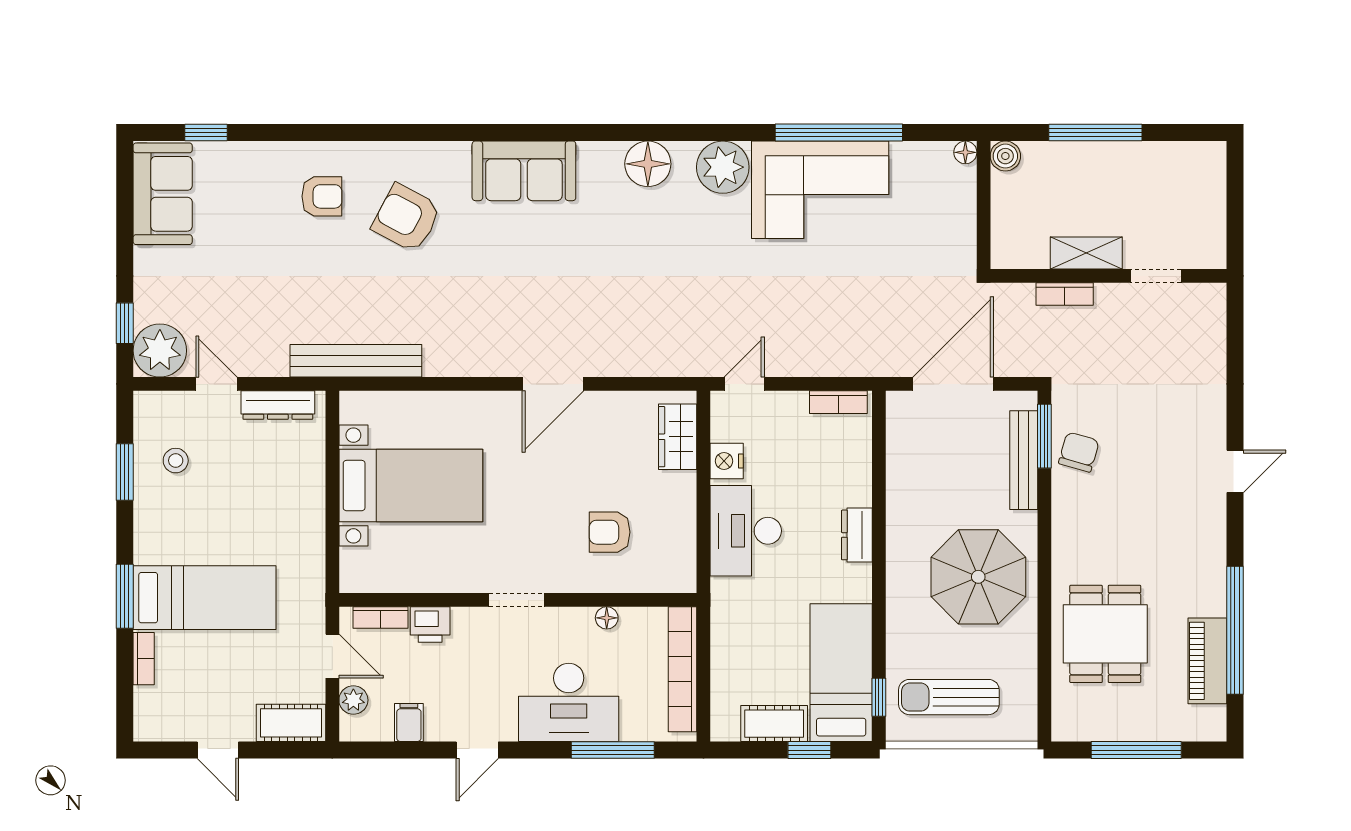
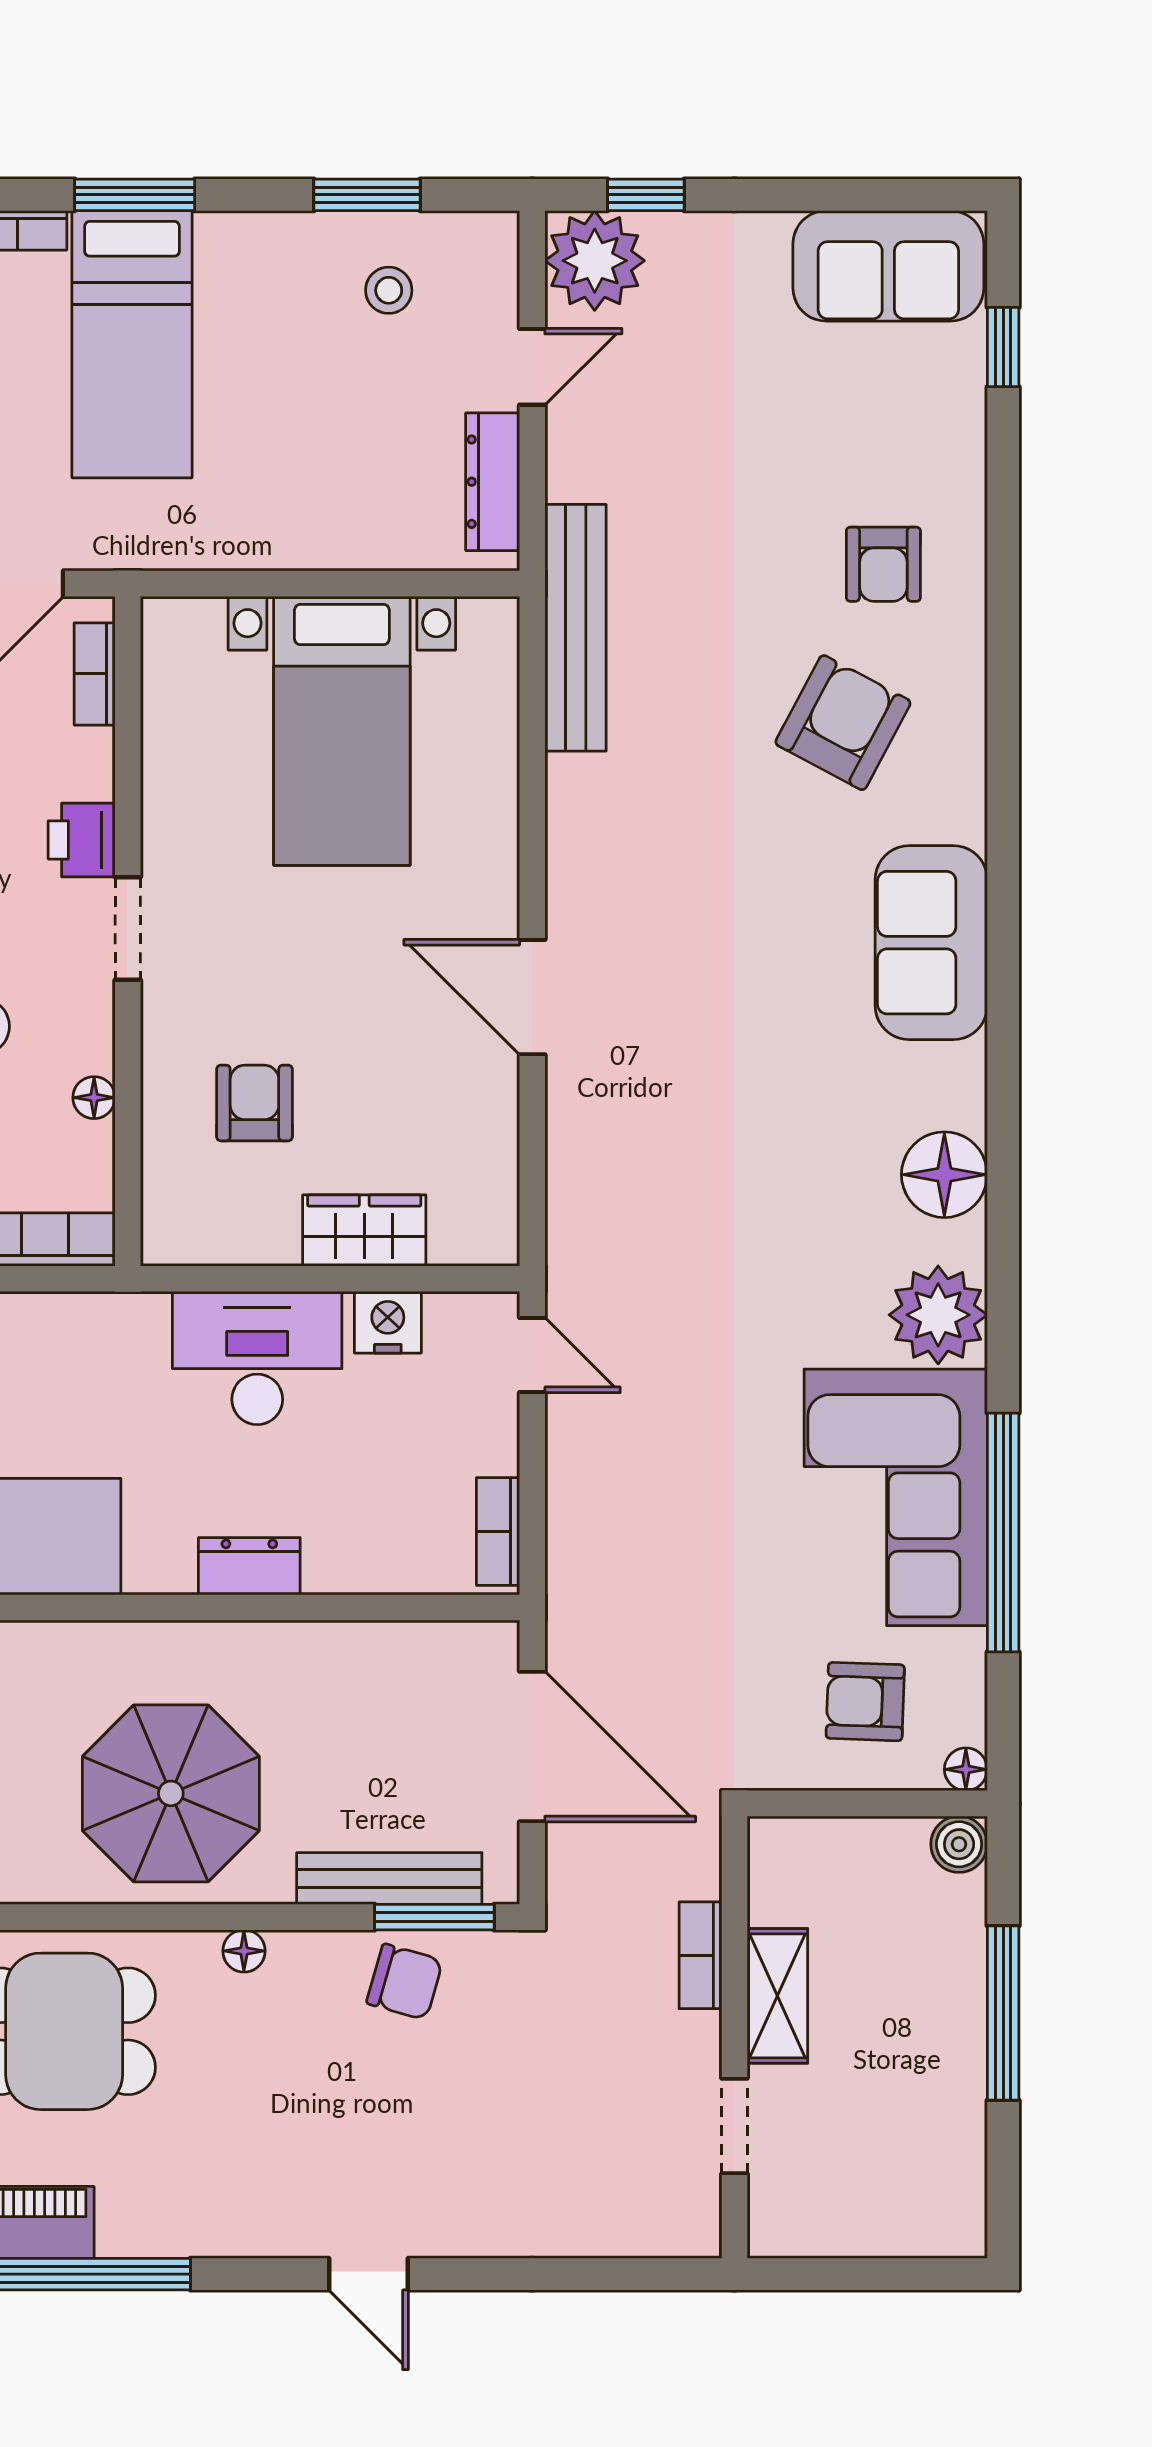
armchair: (929, 206) -> (865, 1702), added
wardrobe: (678, 437) -> (364, 1230), moved
floor lamp: (1062, 538) -> (244, 1951), added
printer: (430, 624) -> (82, 840), moved

